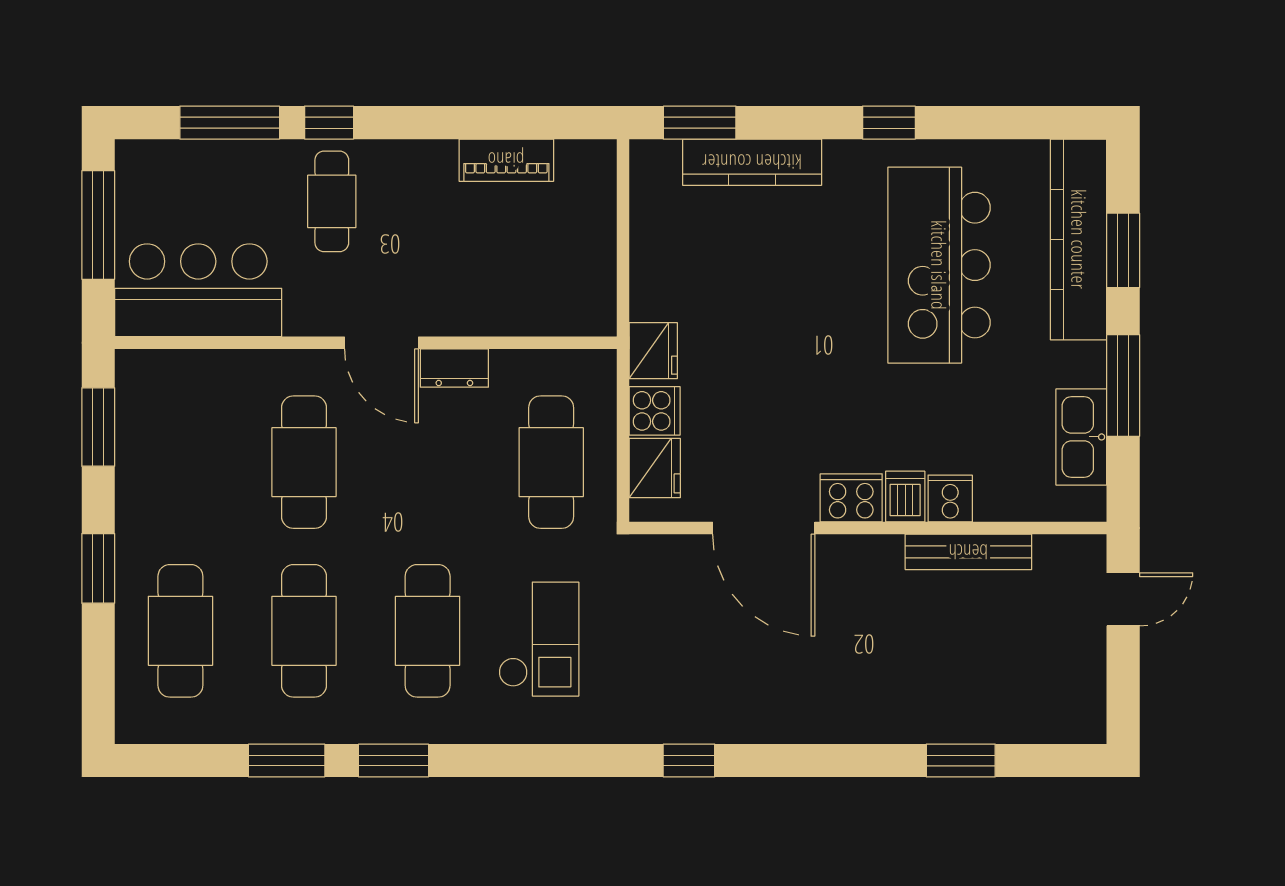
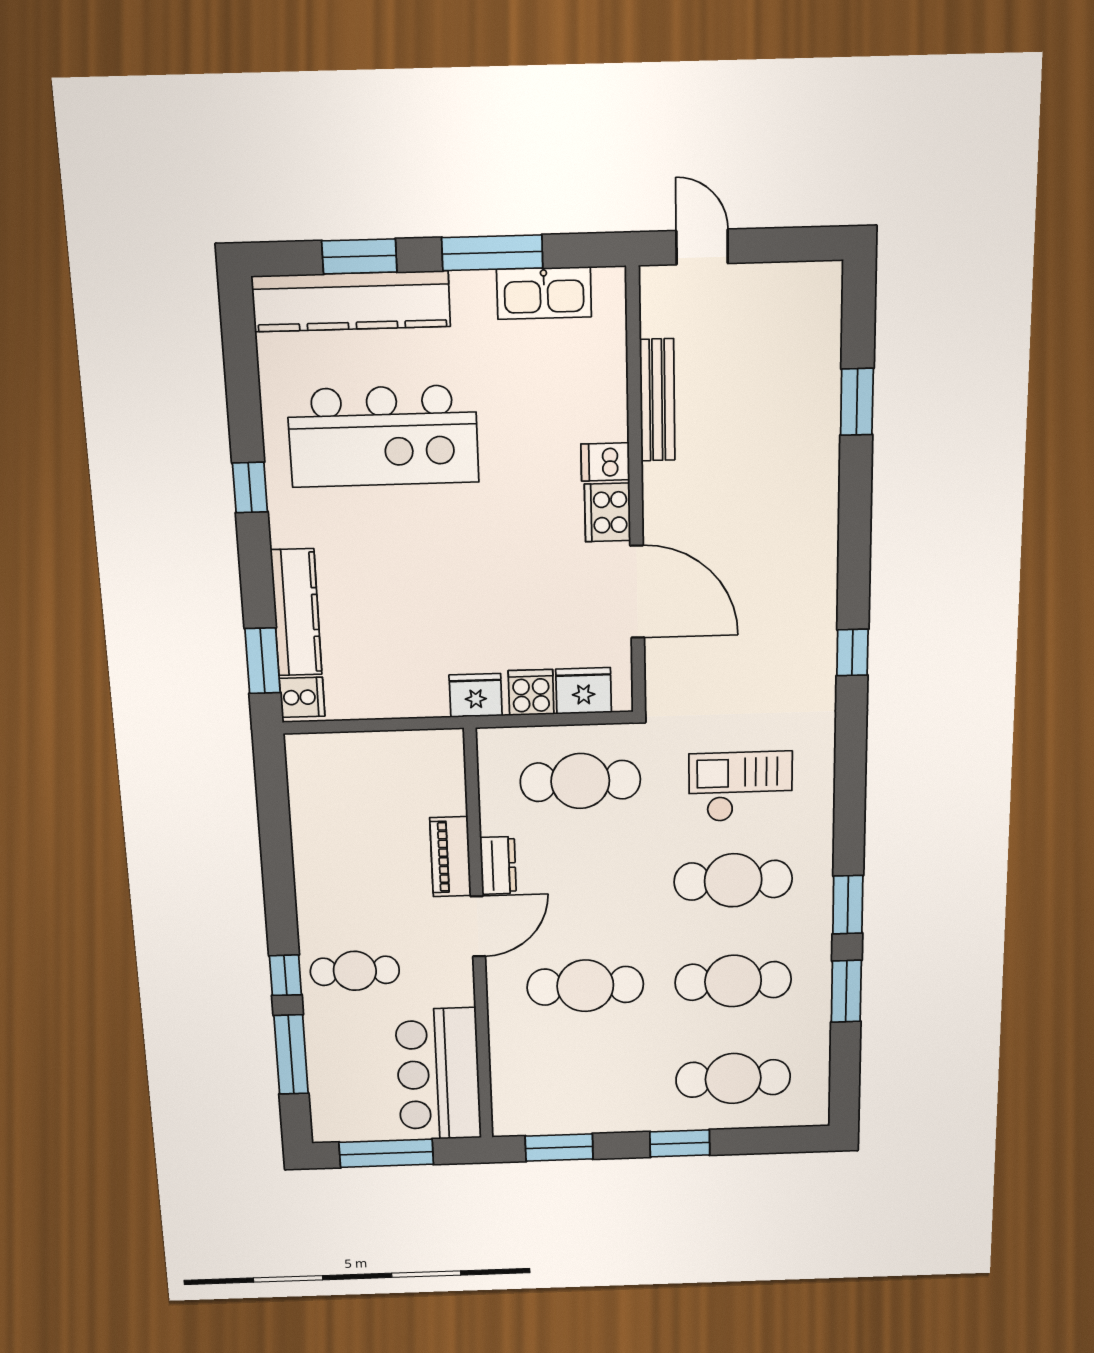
piano: (506, 160) -> (451, 857), moved, turned 180
cooker: (950, 498) -> (302, 697), moved, turned 180
door: (764, 528) -> (637, 592), hinge flipped

